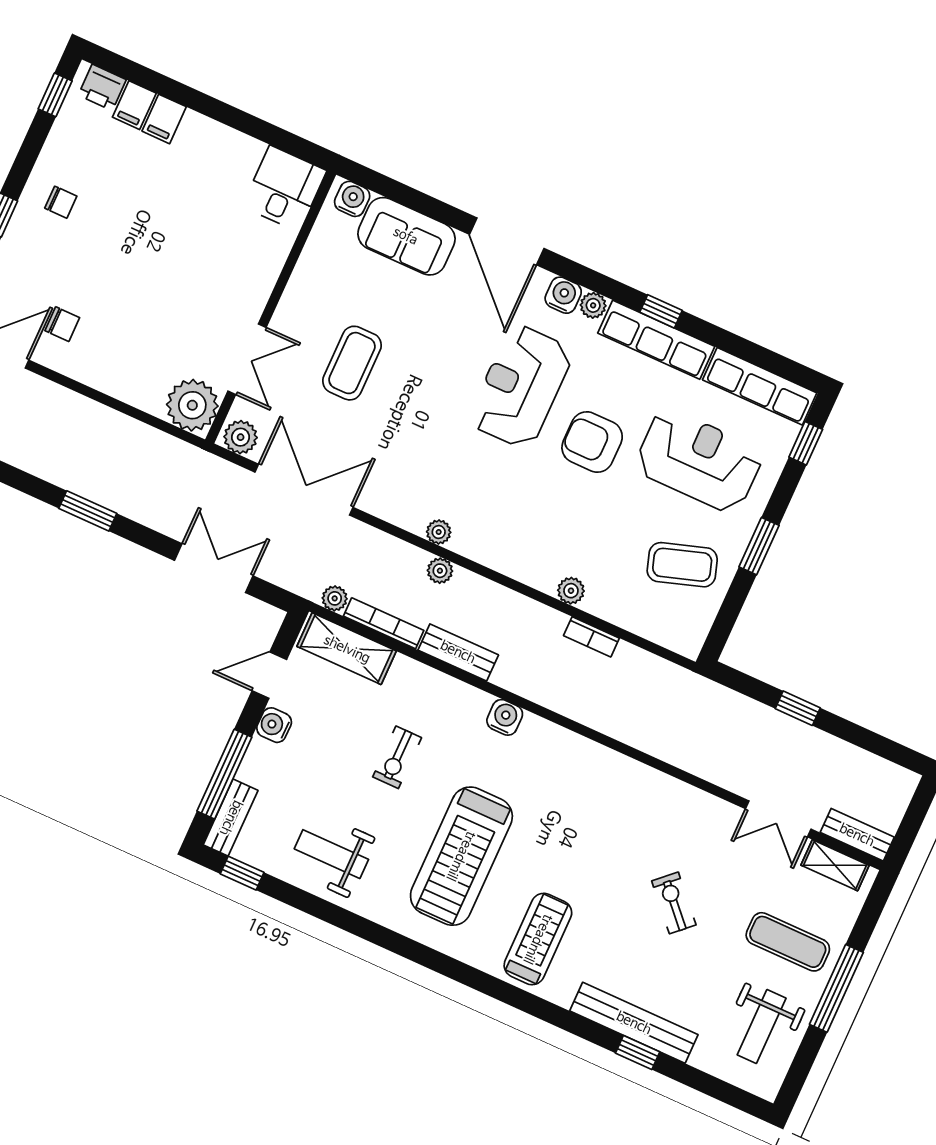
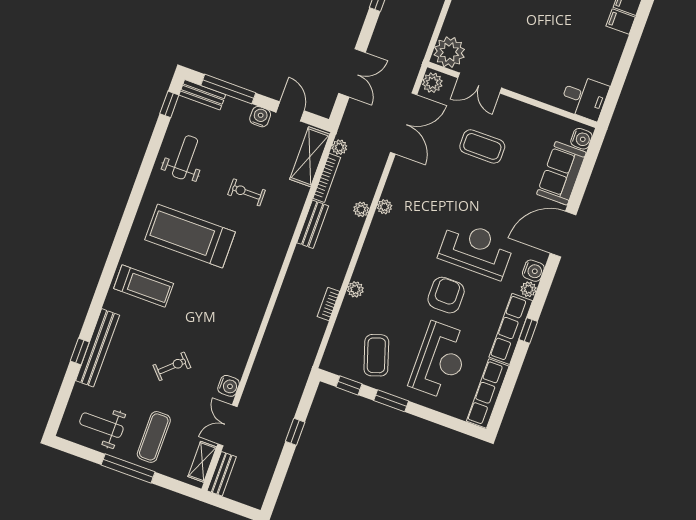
window: (806, 443) -> (349, 385), moved
water cooler: (505, 717) -> (229, 386), moved

